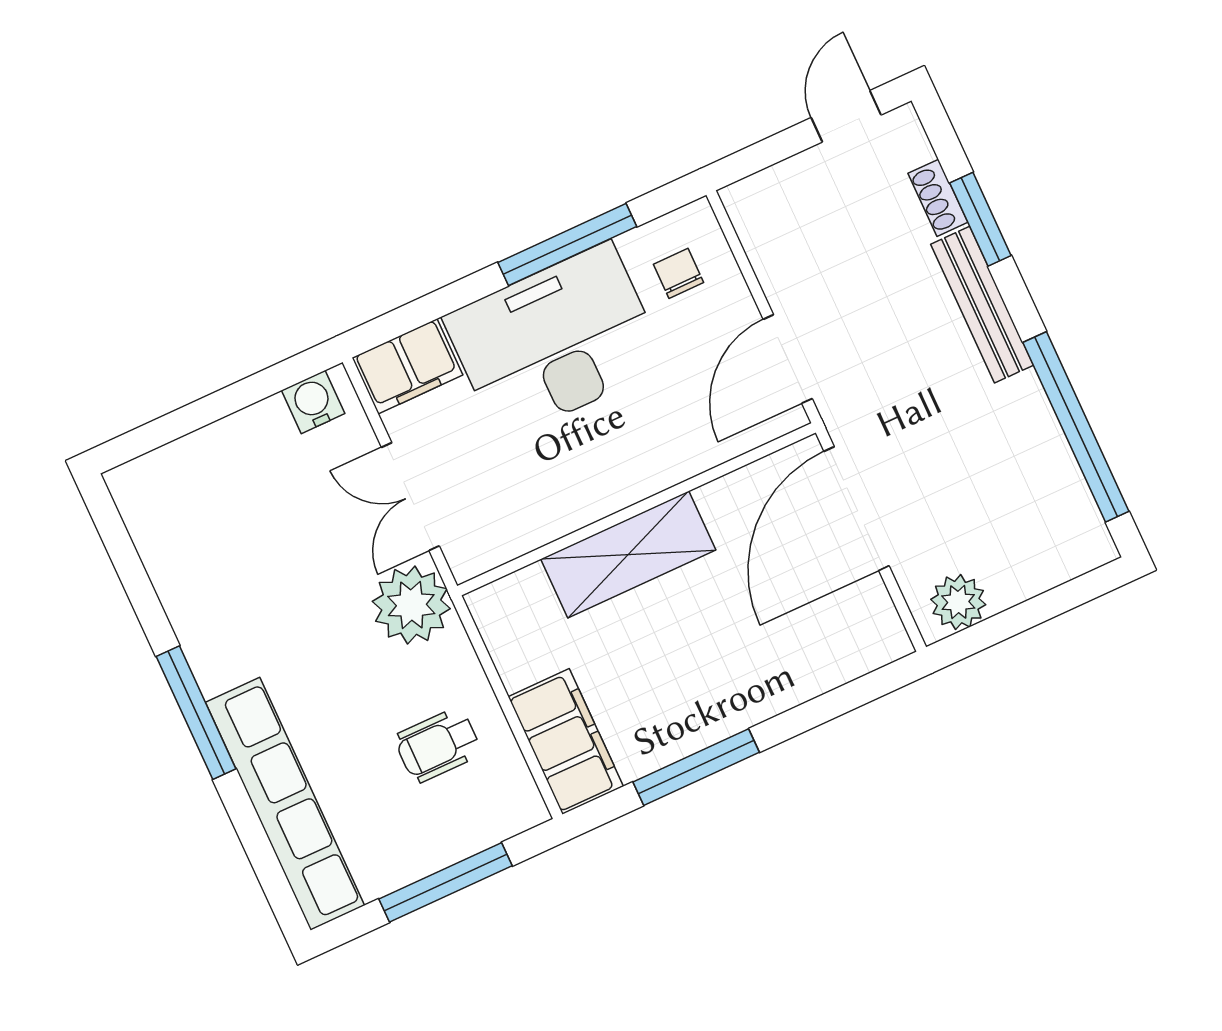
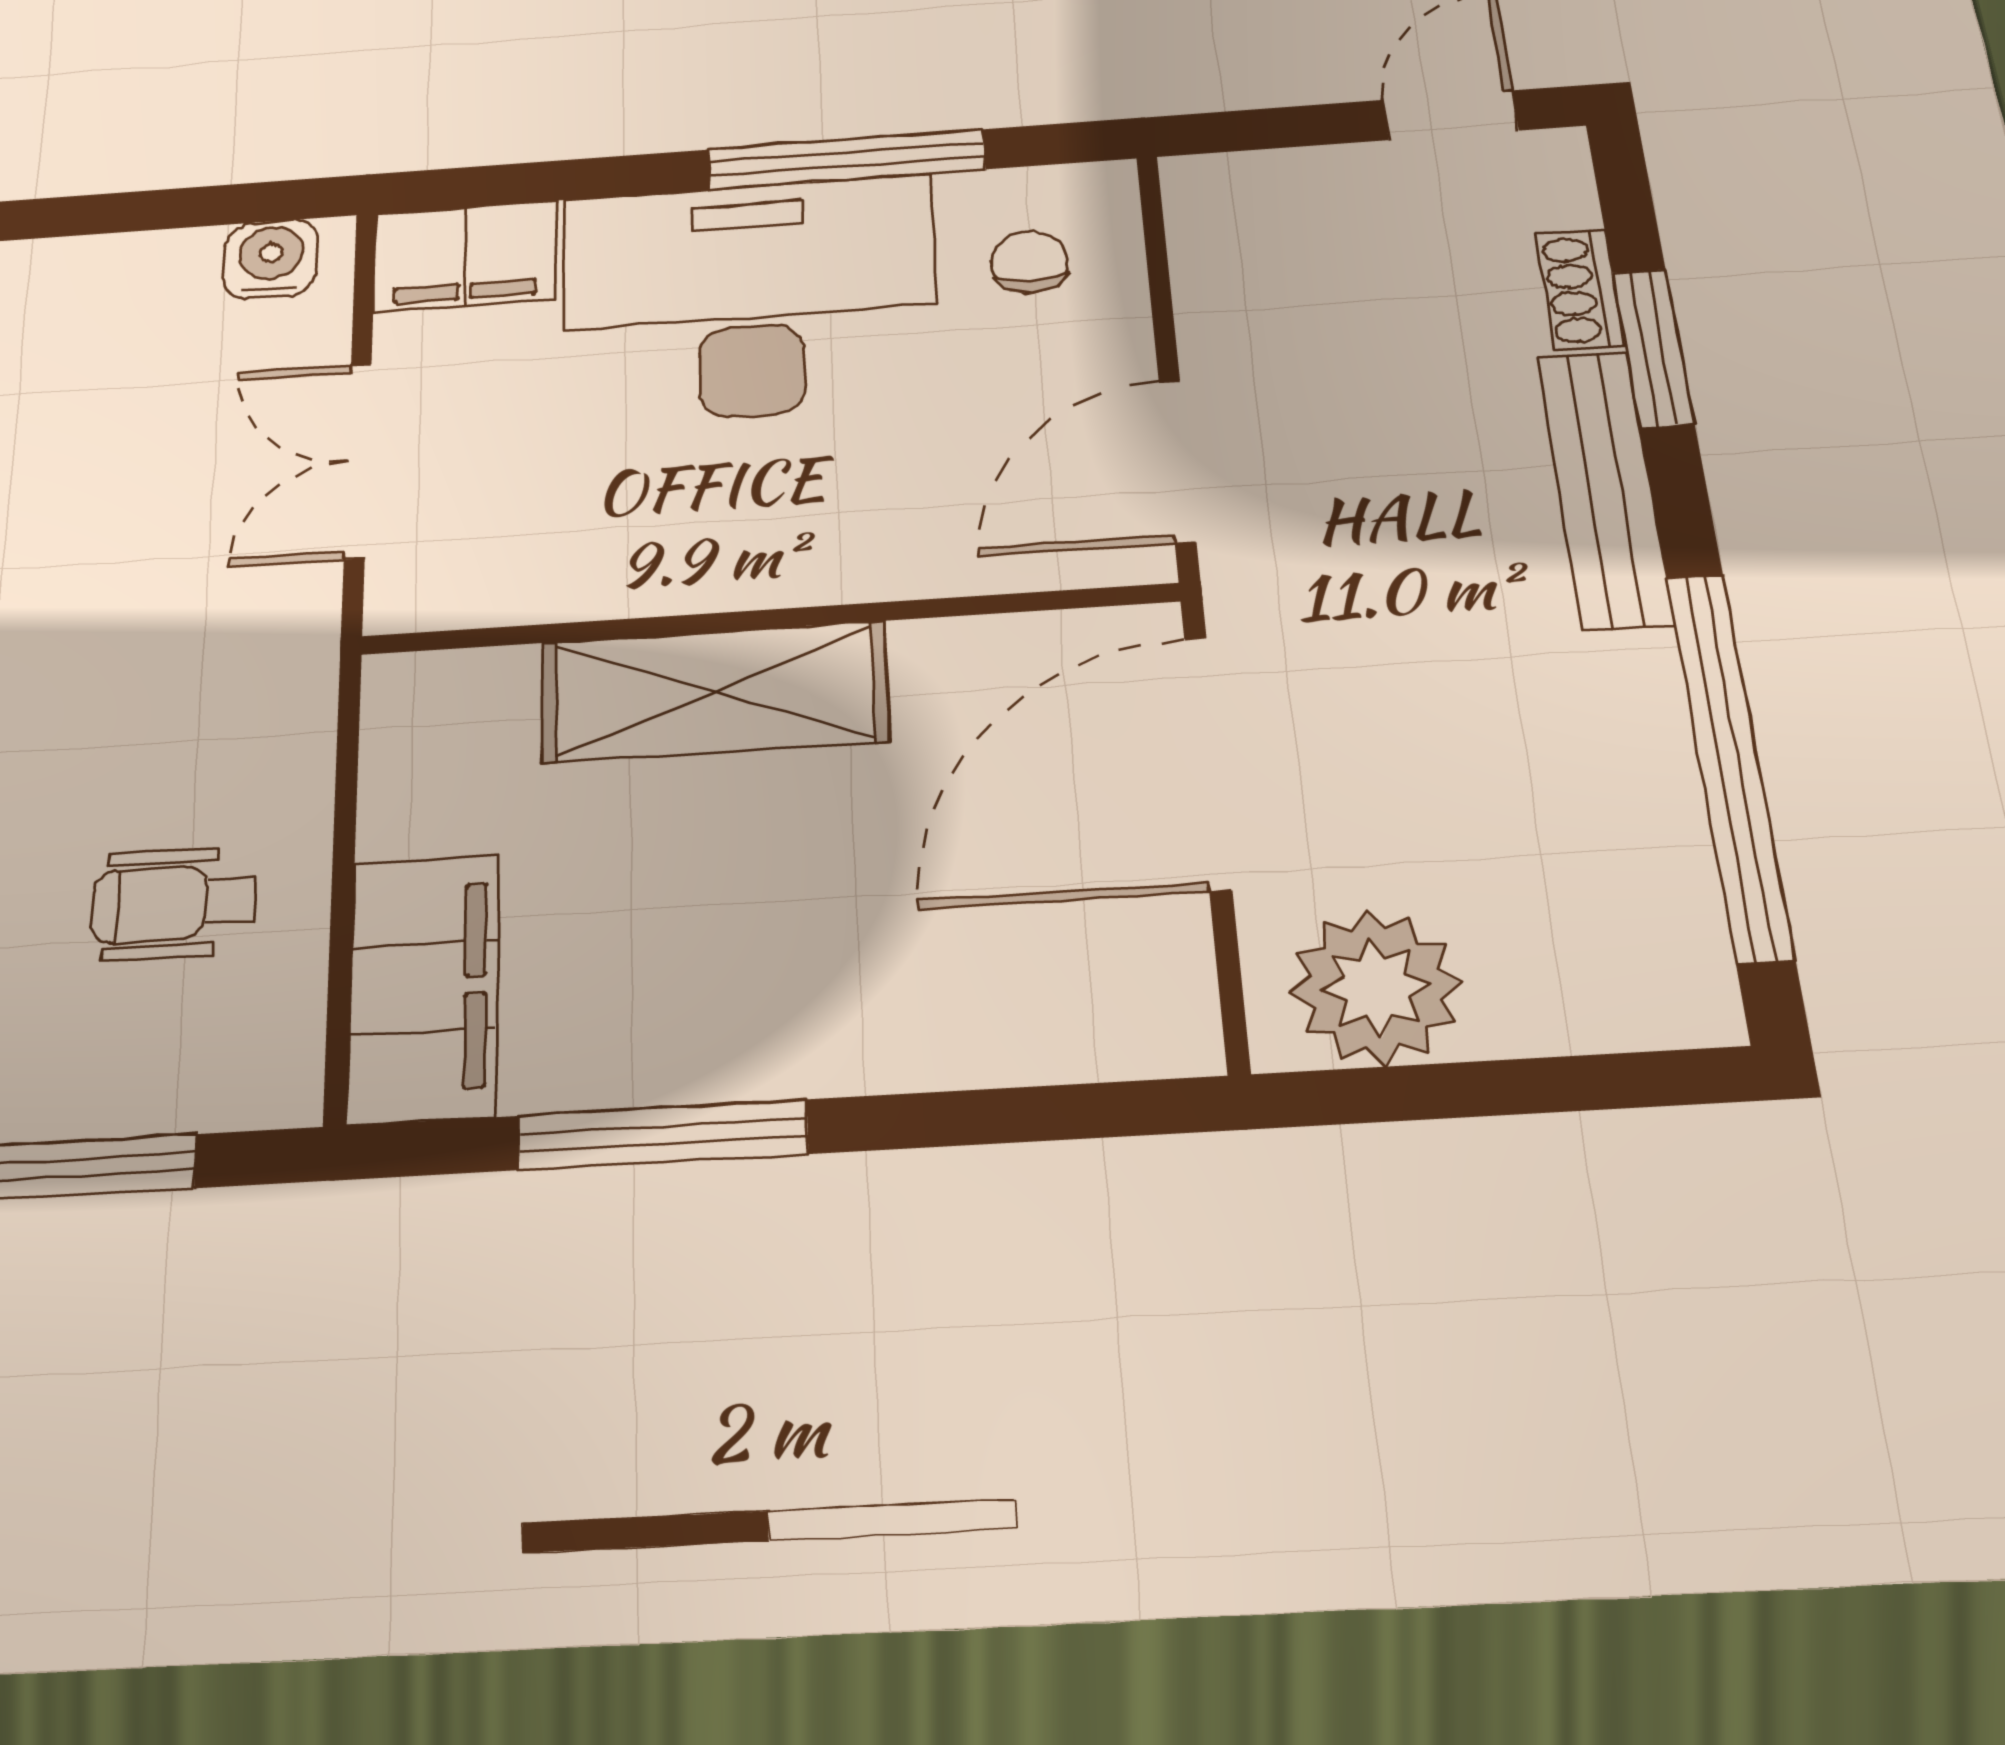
plant: (958, 602) -> (1376, 988), width x1.36, depth x1.36
plant: (411, 605) -> (260, 639), removed

